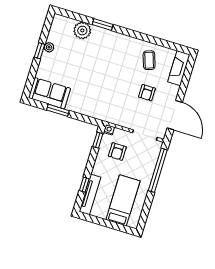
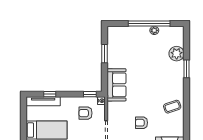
window: (40, 51) -> (149, 23), width x3.17
coffee table: (149, 60) -> (172, 107), moved
sofa: (49, 93) -> (117, 85), moved

